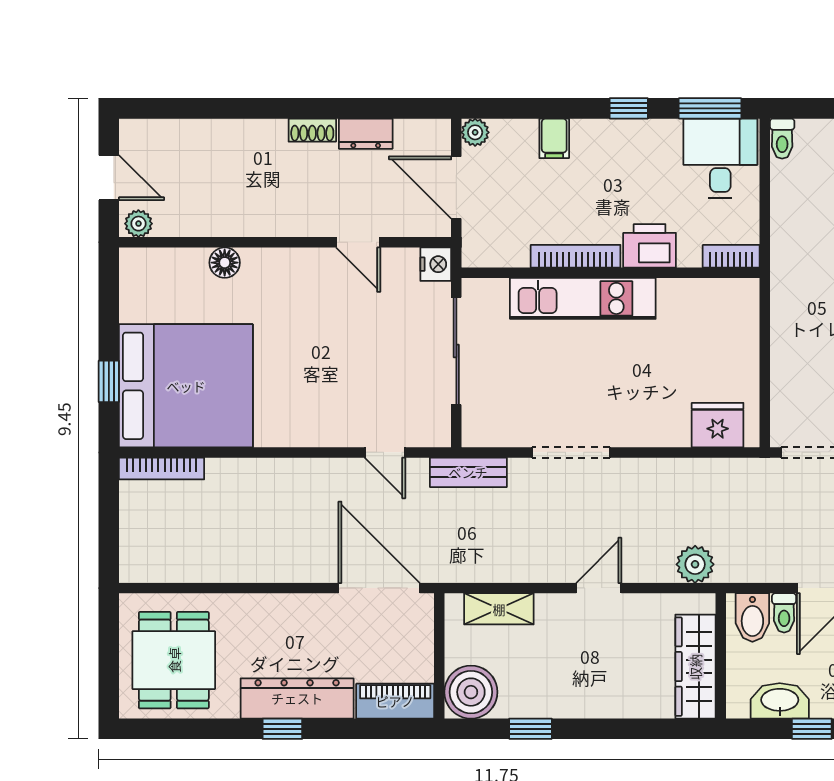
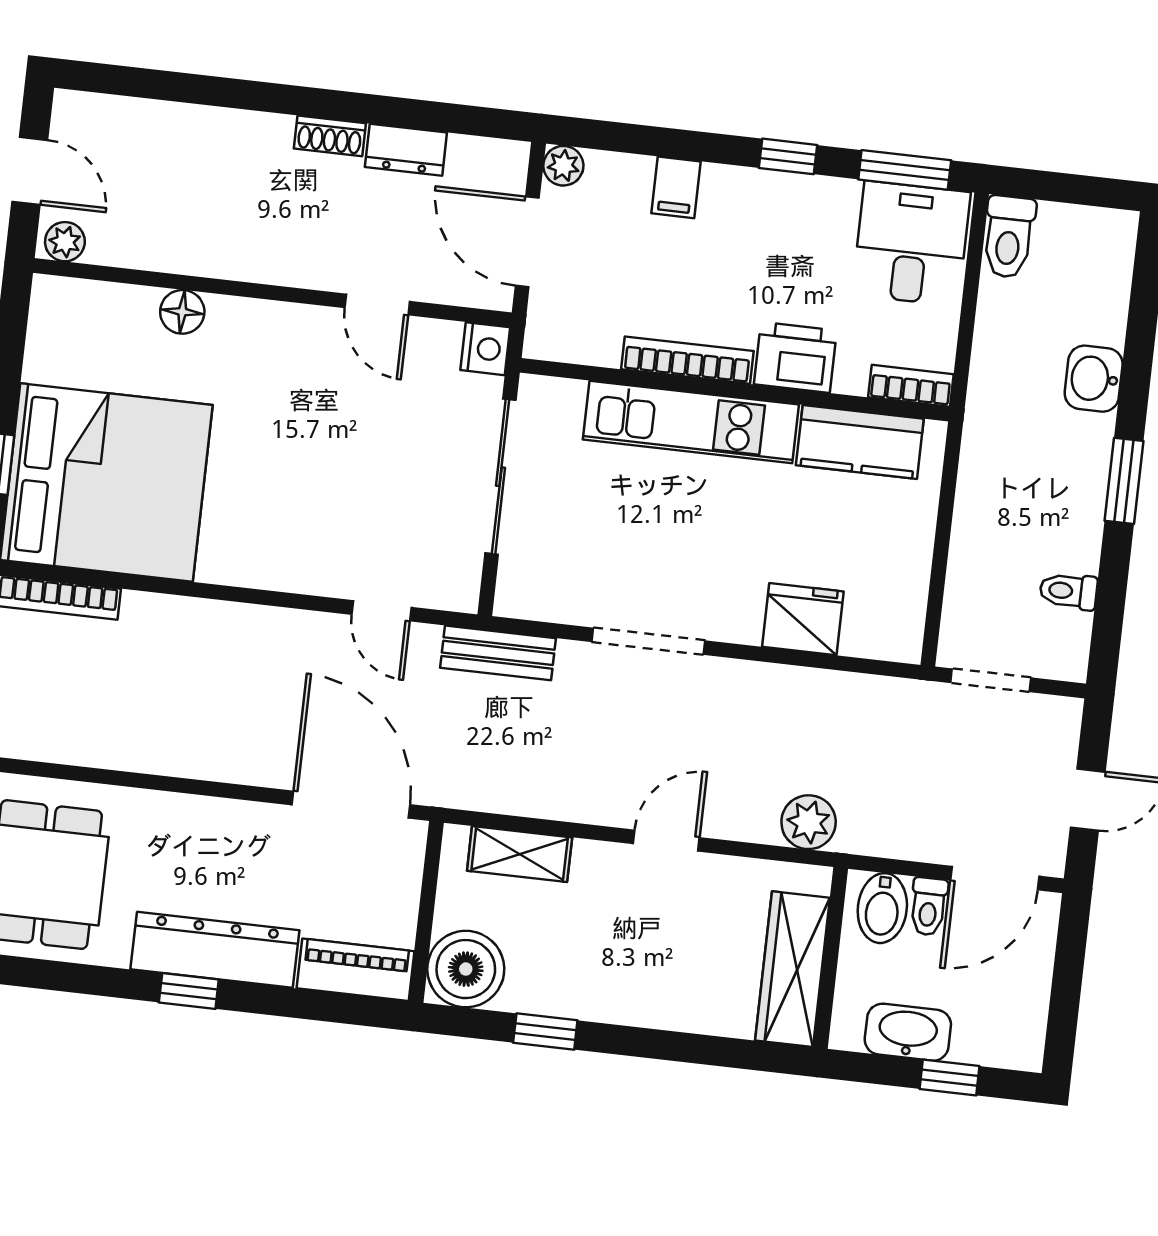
toilet: (782, 139) -> (1009, 237), width x1.37, depth x1.39
kitchen counter: (700, 299) -> (860, 442), added
fridge: (718, 425) -> (803, 619), moved

